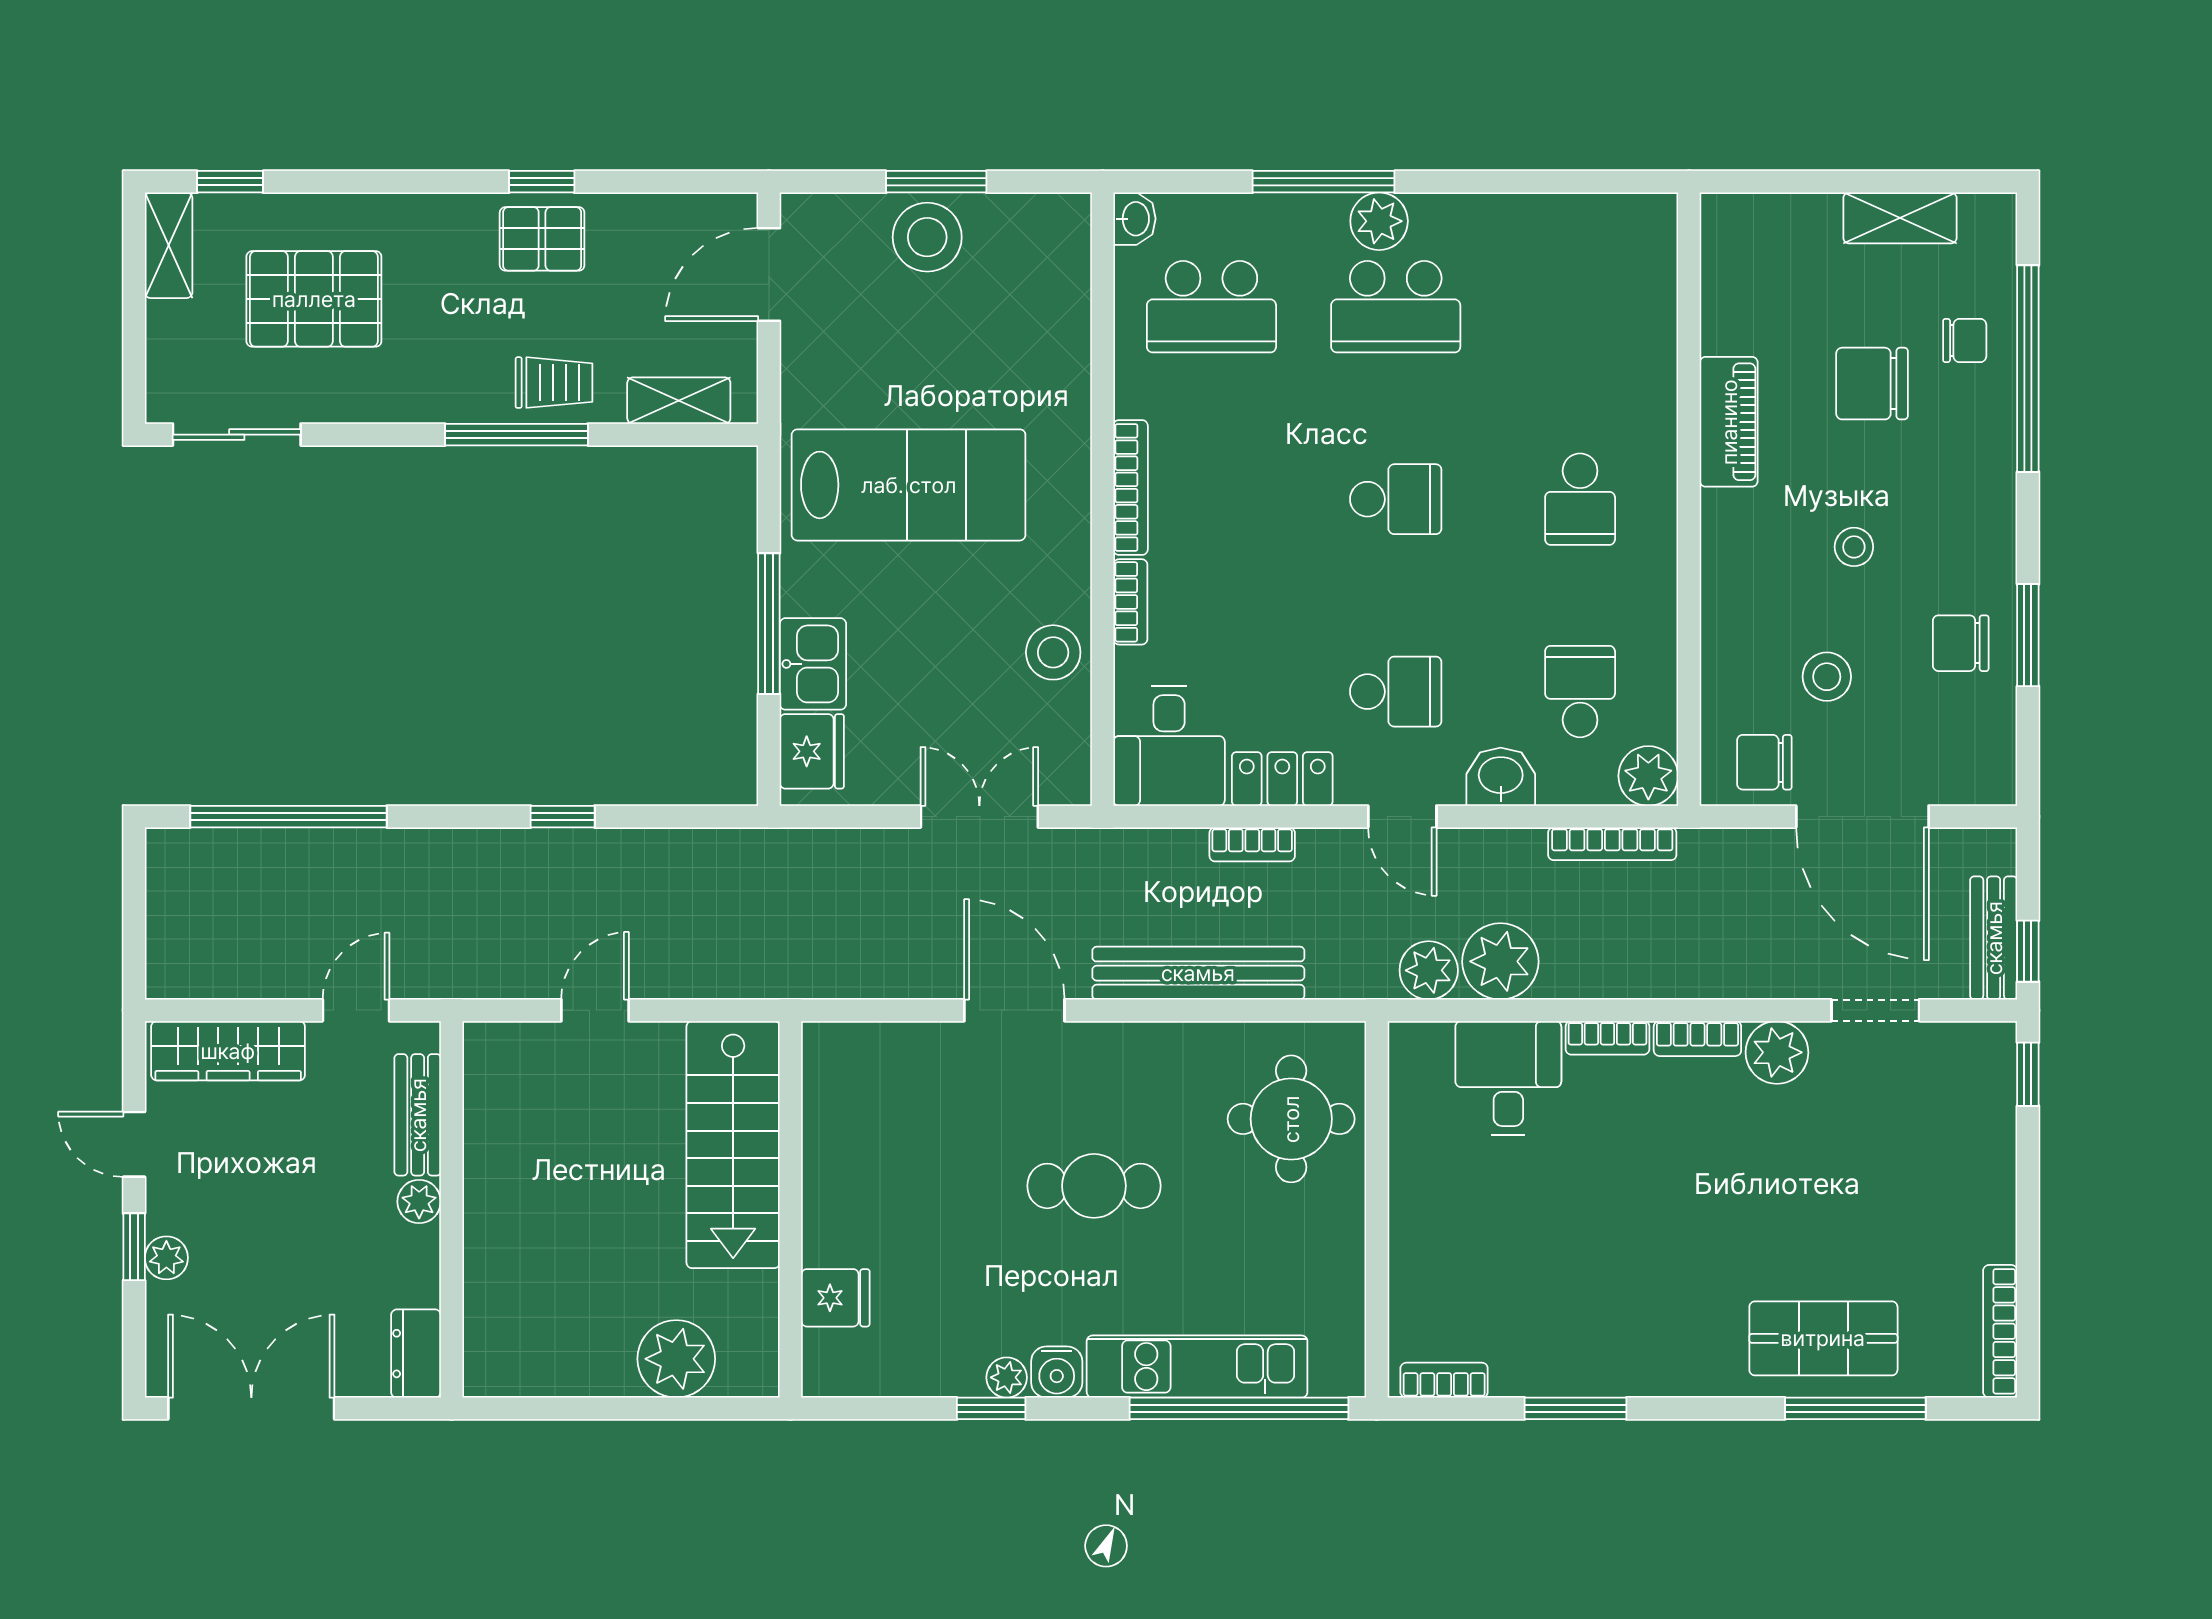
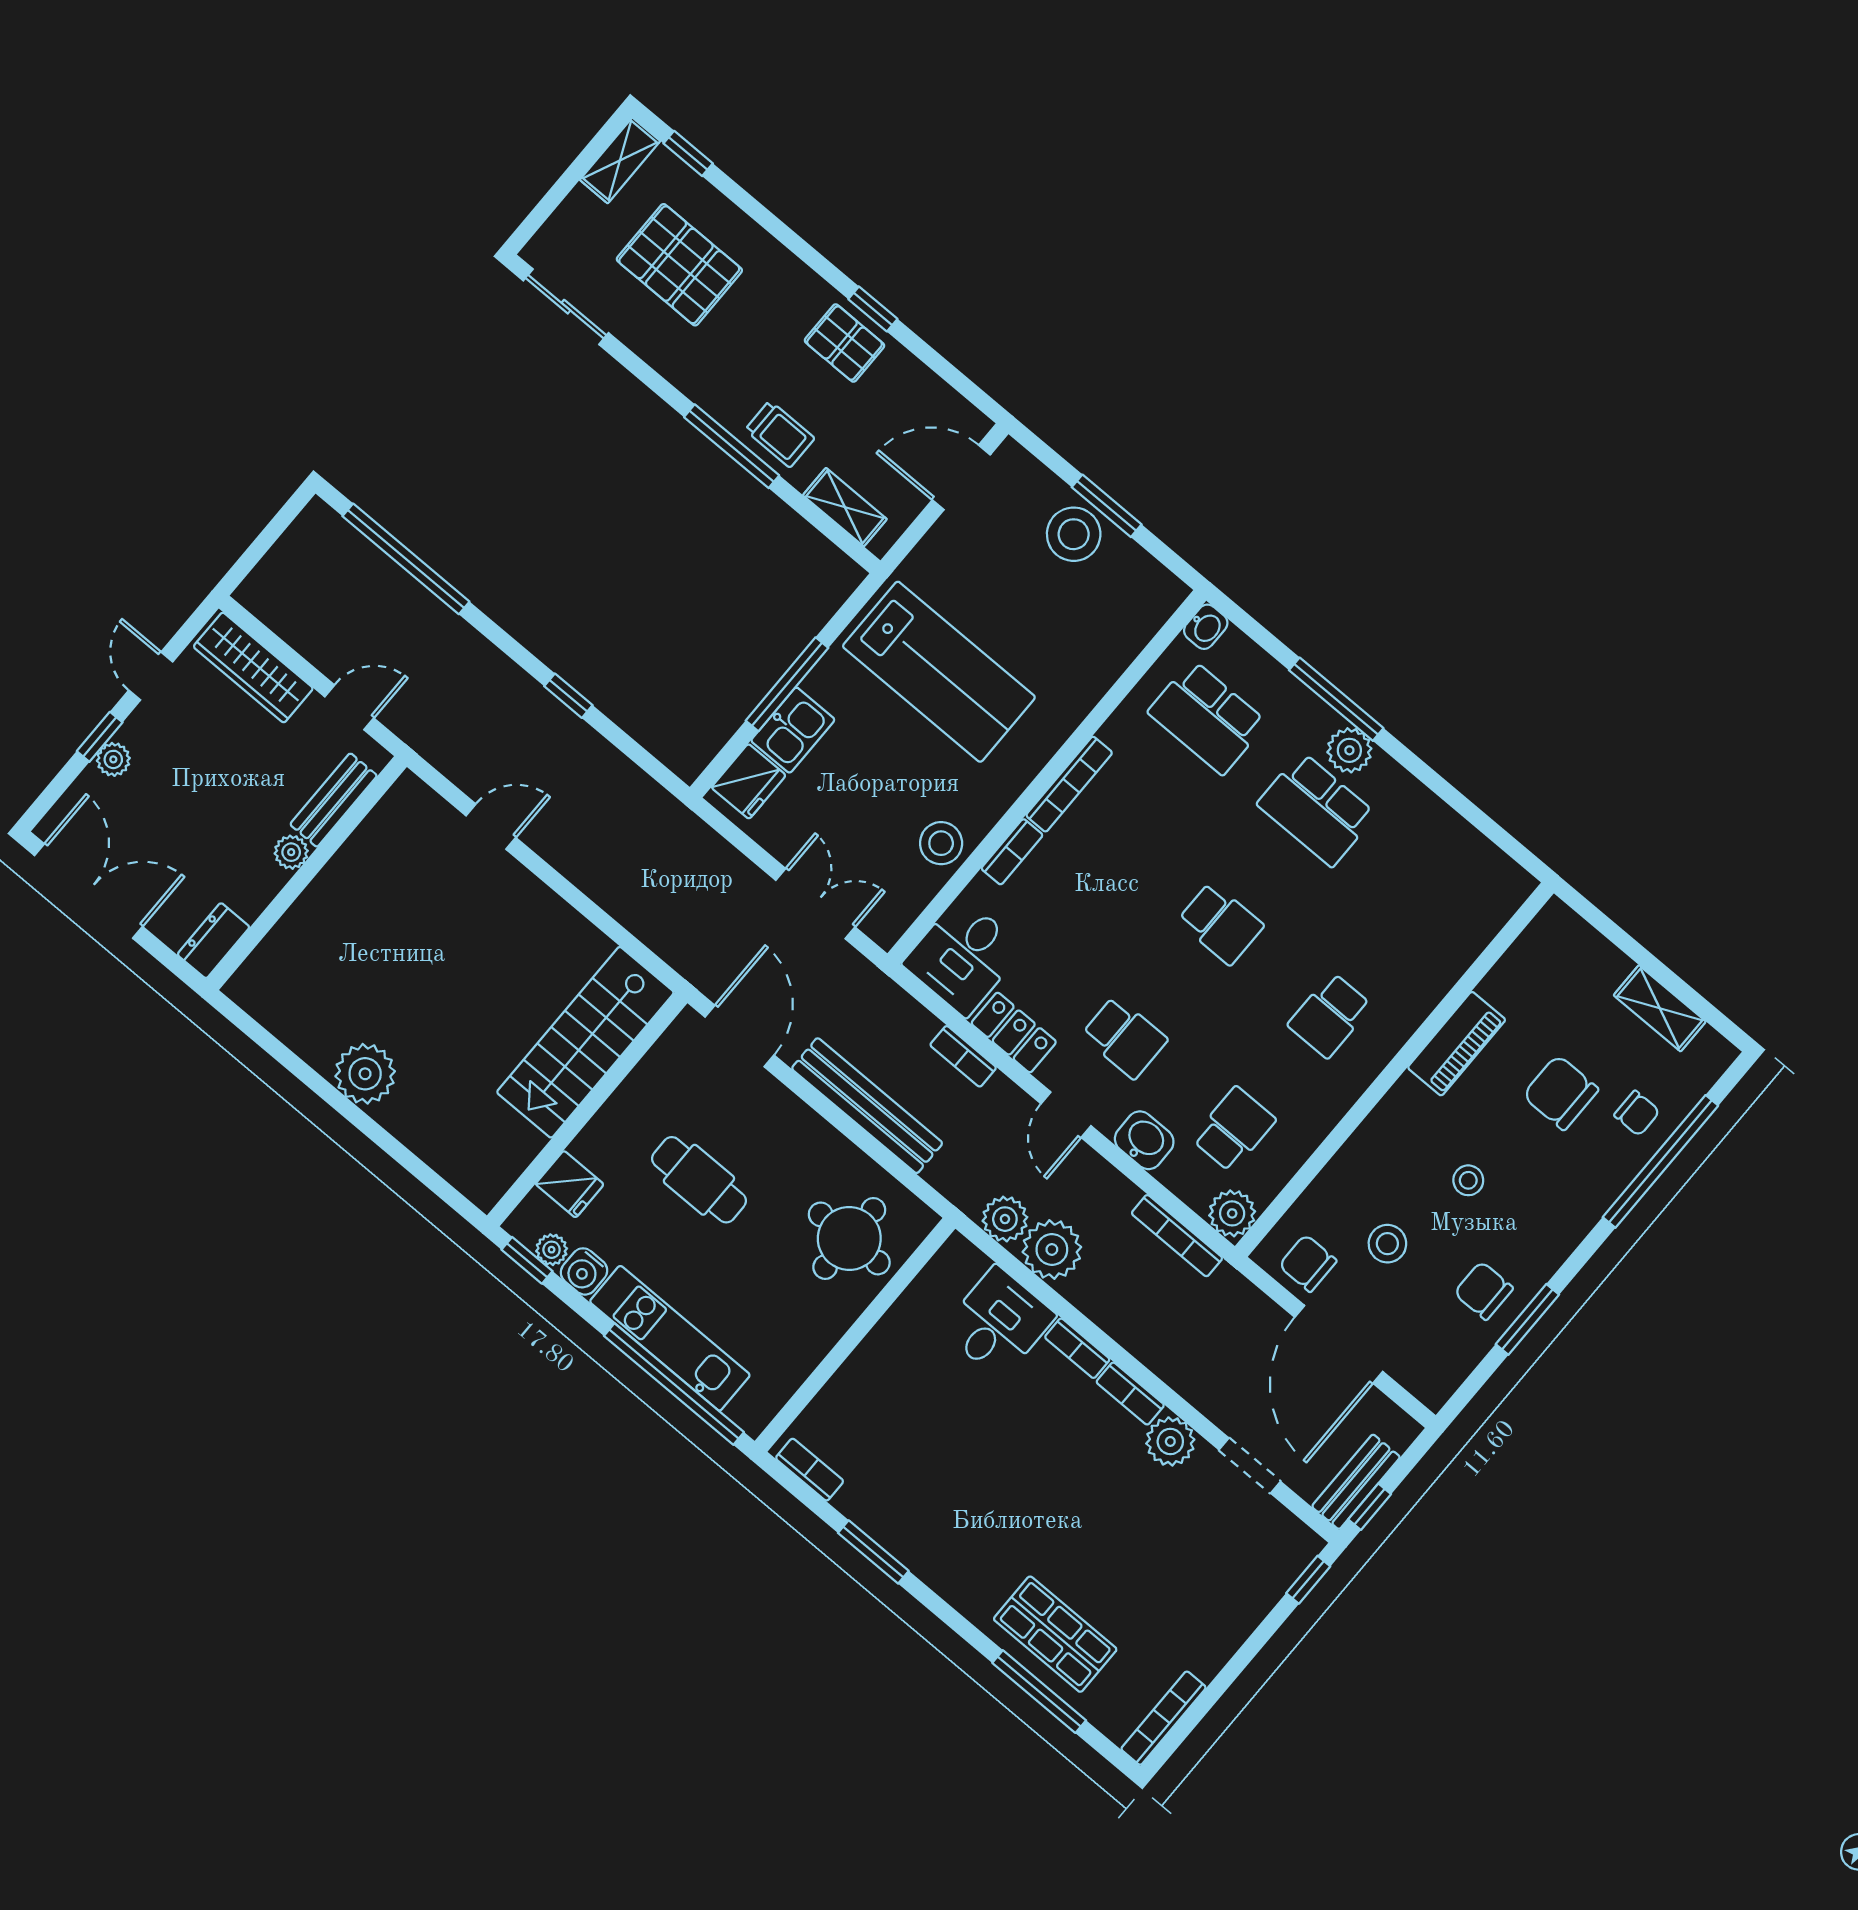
stairs: (733, 1145) -> (585, 1042), moved
wall: (790, 1209) -> (587, 1109), moved
fridge: (835, 1298) -> (570, 1184), moved

